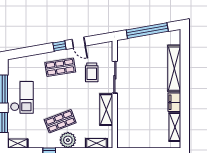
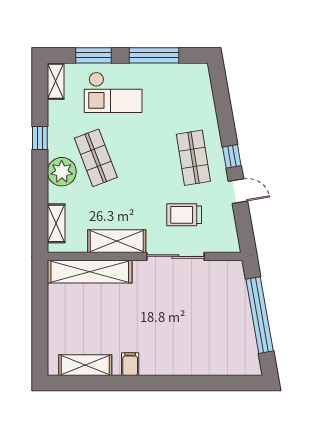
door: (79, 43) -> (238, 191), swing flipped
shelving: (174, 69) -> (90, 272), moved
checkout: (22, 97) -> (113, 92), moved
filing cabinet: (174, 102) -> (130, 364), width x0.50

